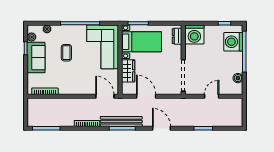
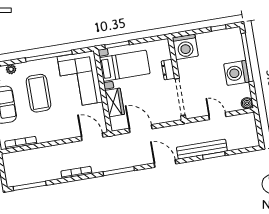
dresser: (177, 36) -> (168, 70), moved
washing machine: (233, 42) -> (237, 73), moved
coffee table: (66, 53) -> (38, 93), width x1.86, depth x1.72
boiler: (238, 78) -> (247, 103), moved
door: (212, 96) -> (217, 116), hinge flipped
bench: (121, 122) -> (202, 149), moved

